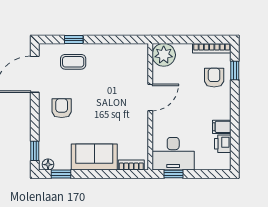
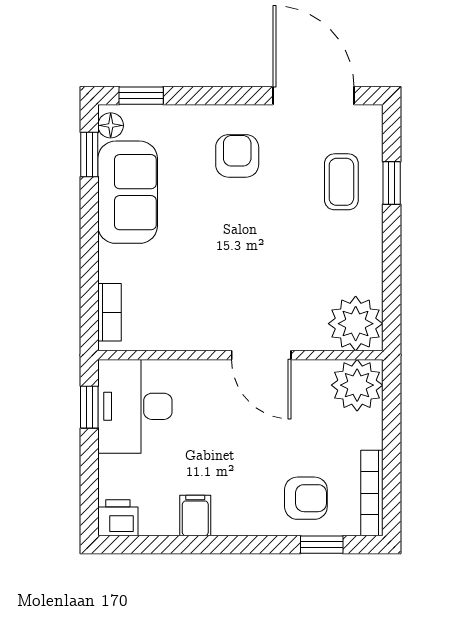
plant: (136, 55) -> (356, 324), added
armchair: (62, 108) -> (237, 156), turned -90
printer: (223, 144) -> (118, 518), moved
sofa: (94, 157) -> (128, 192), moved

